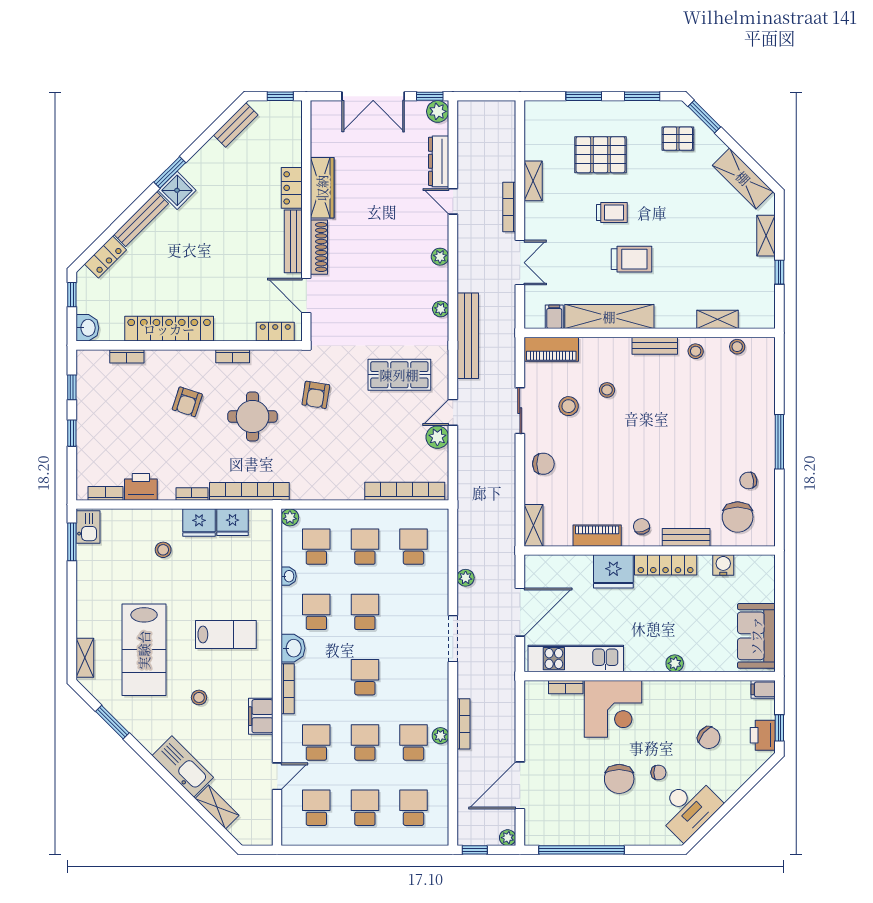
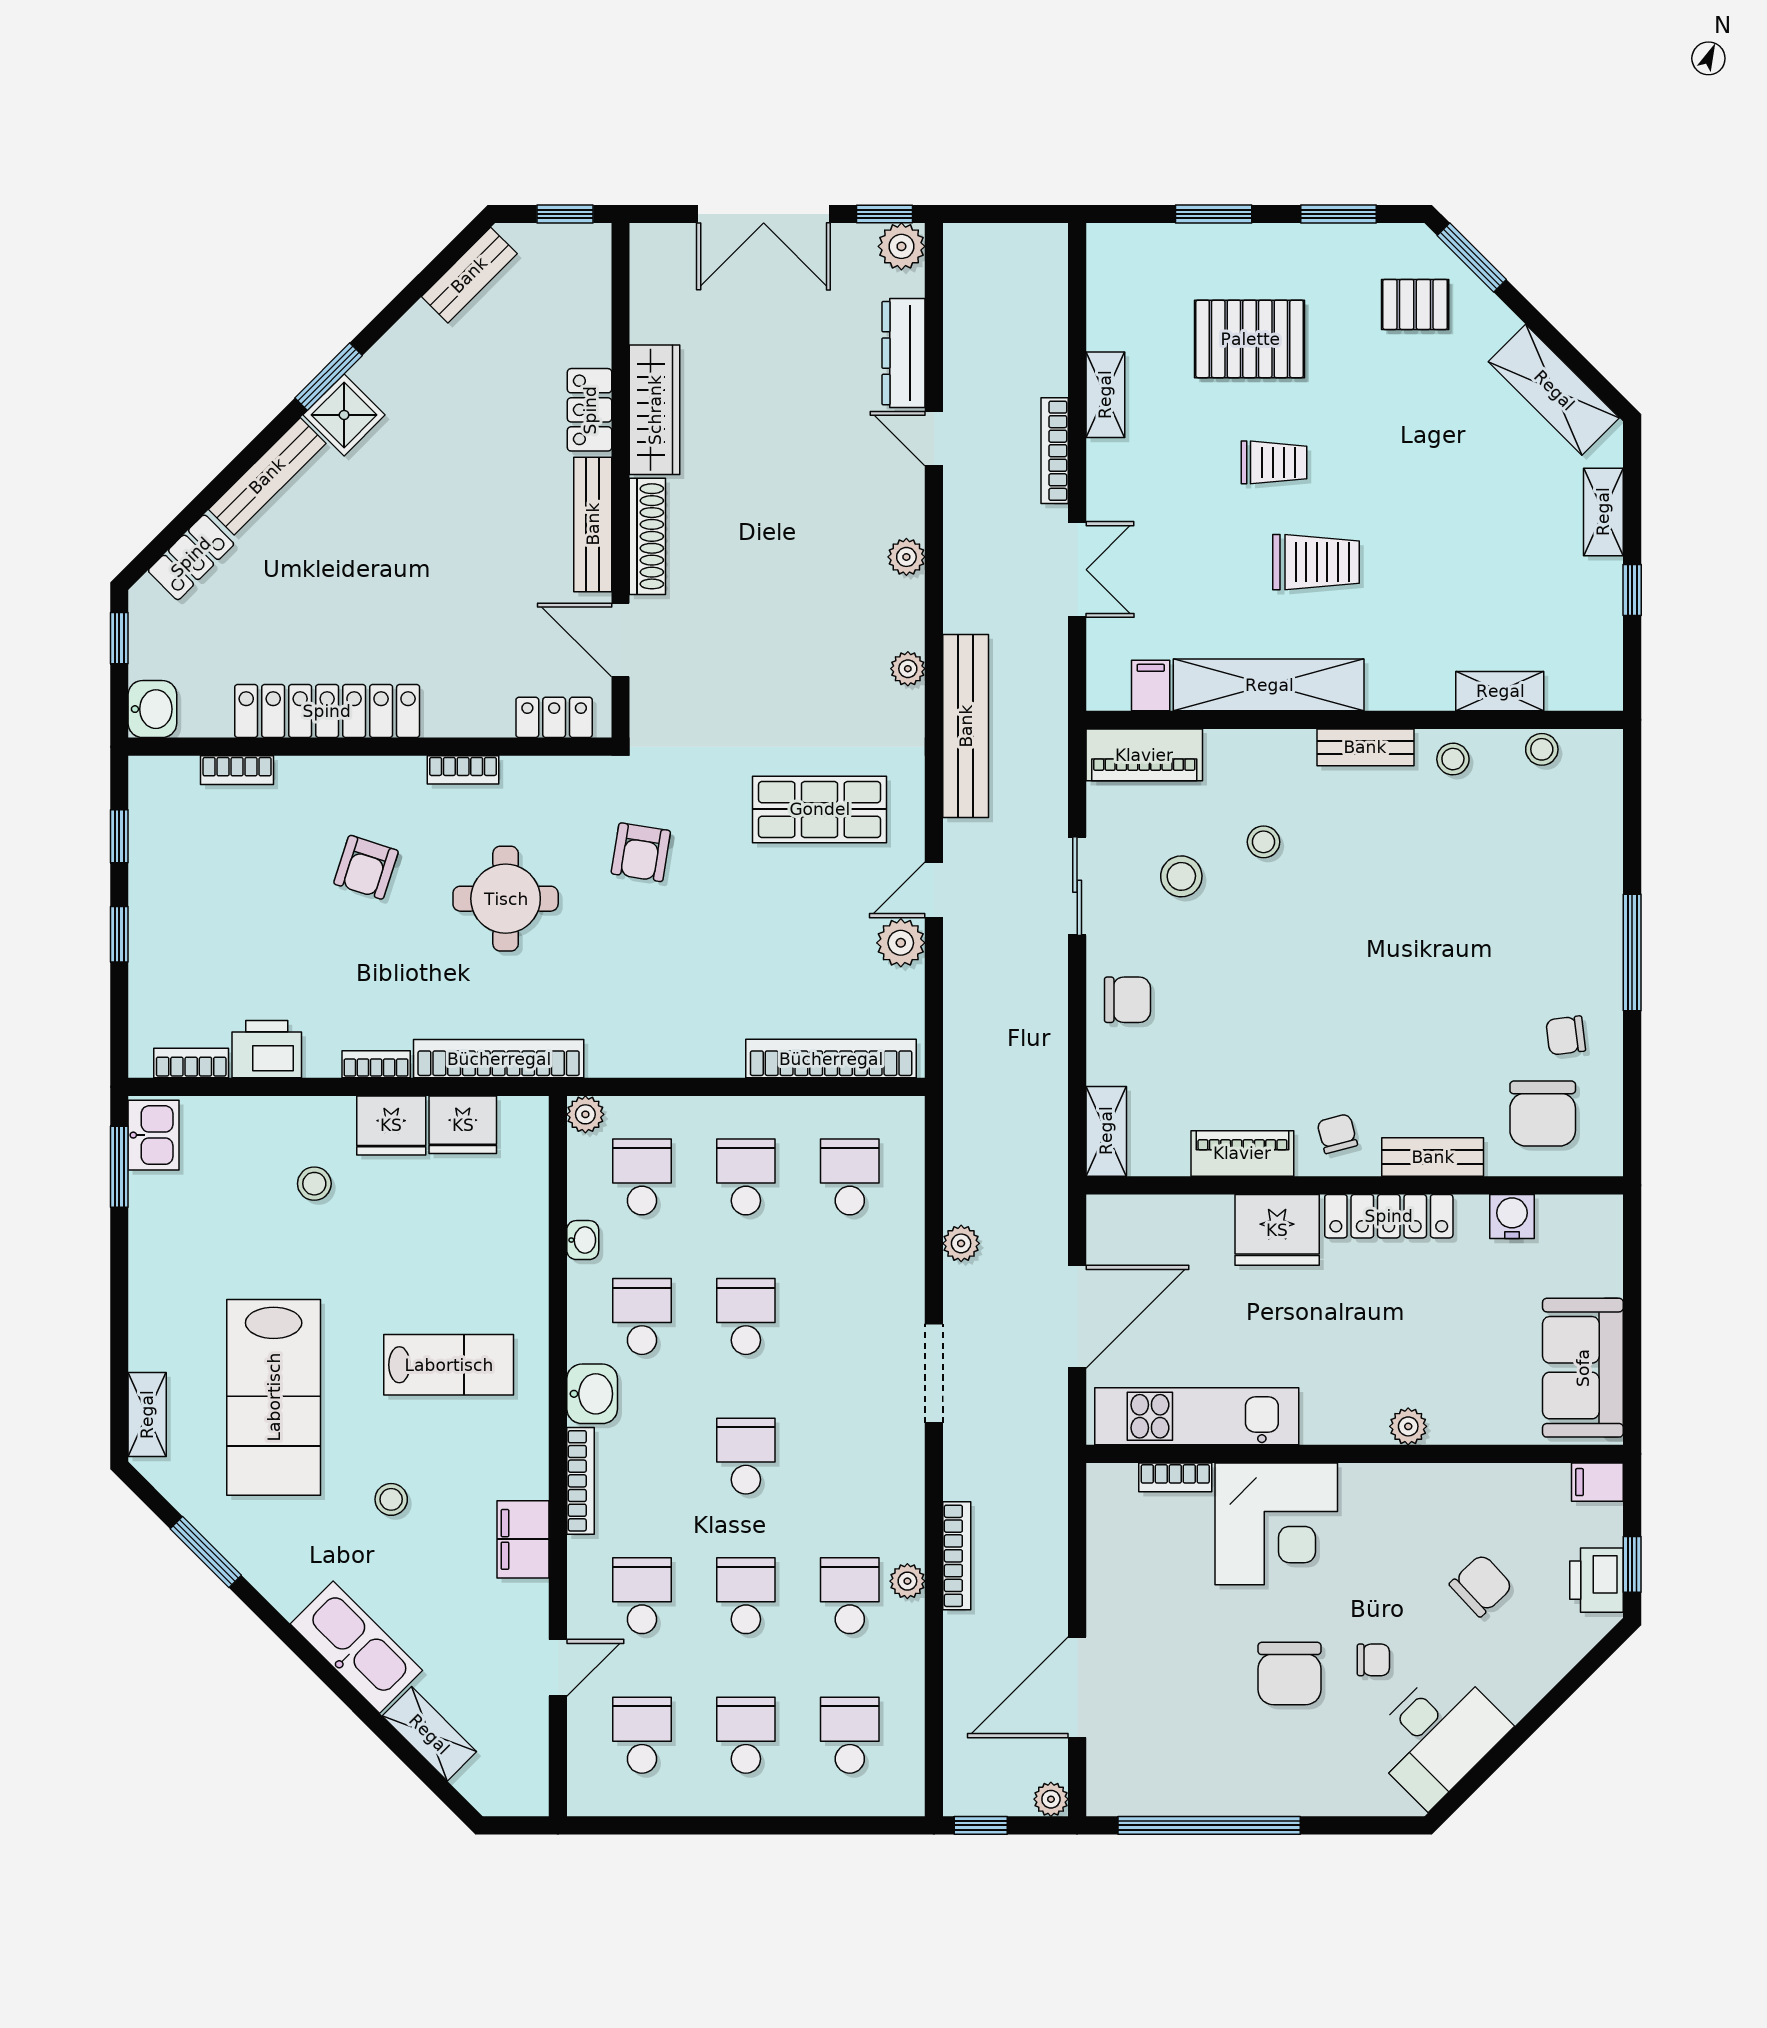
chair: (709, 738) -> (1481, 1585), turned -83

